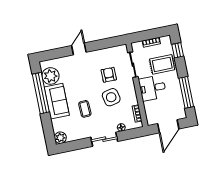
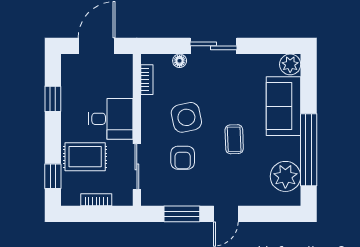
window: (103, 44) -> (182, 214), added
window: (186, 92) -> (53, 99), width x0.46
sofa: (57, 101) -> (284, 106), moved
coffee table: (85, 109) -> (234, 139), moved

